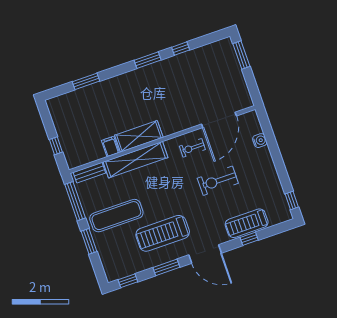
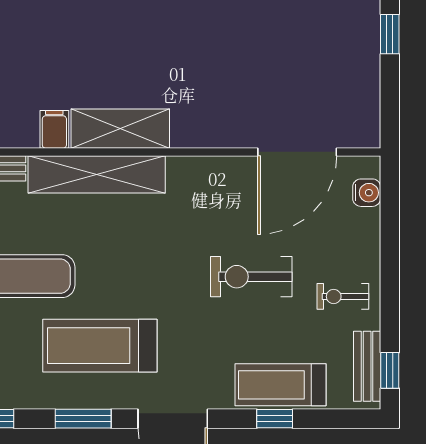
window: (241, 55) -> (390, 34), width x0.67
water cooler: (260, 141) -> (367, 193), moved
exercise bike: (192, 148) -> (343, 296), moved
bench: (281, 202) -> (367, 366), added

